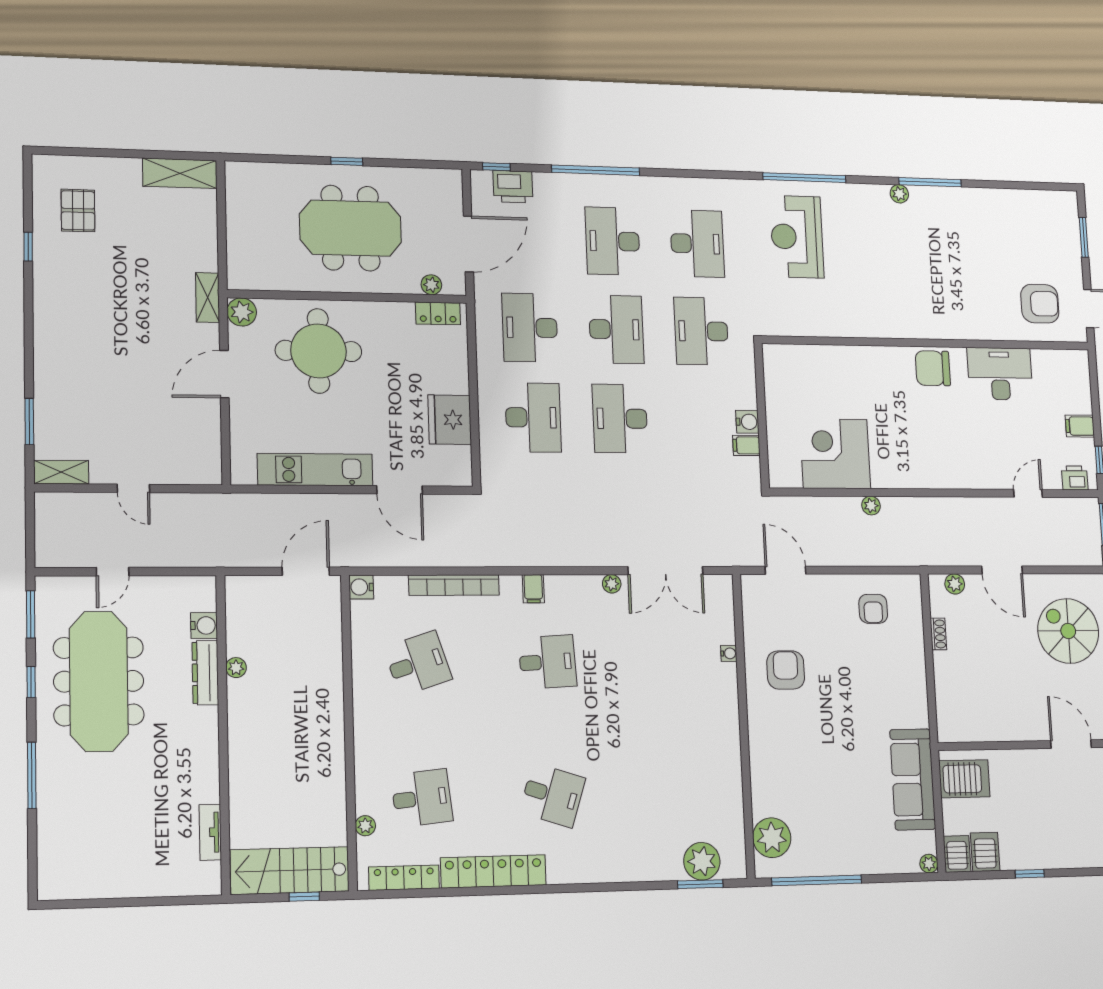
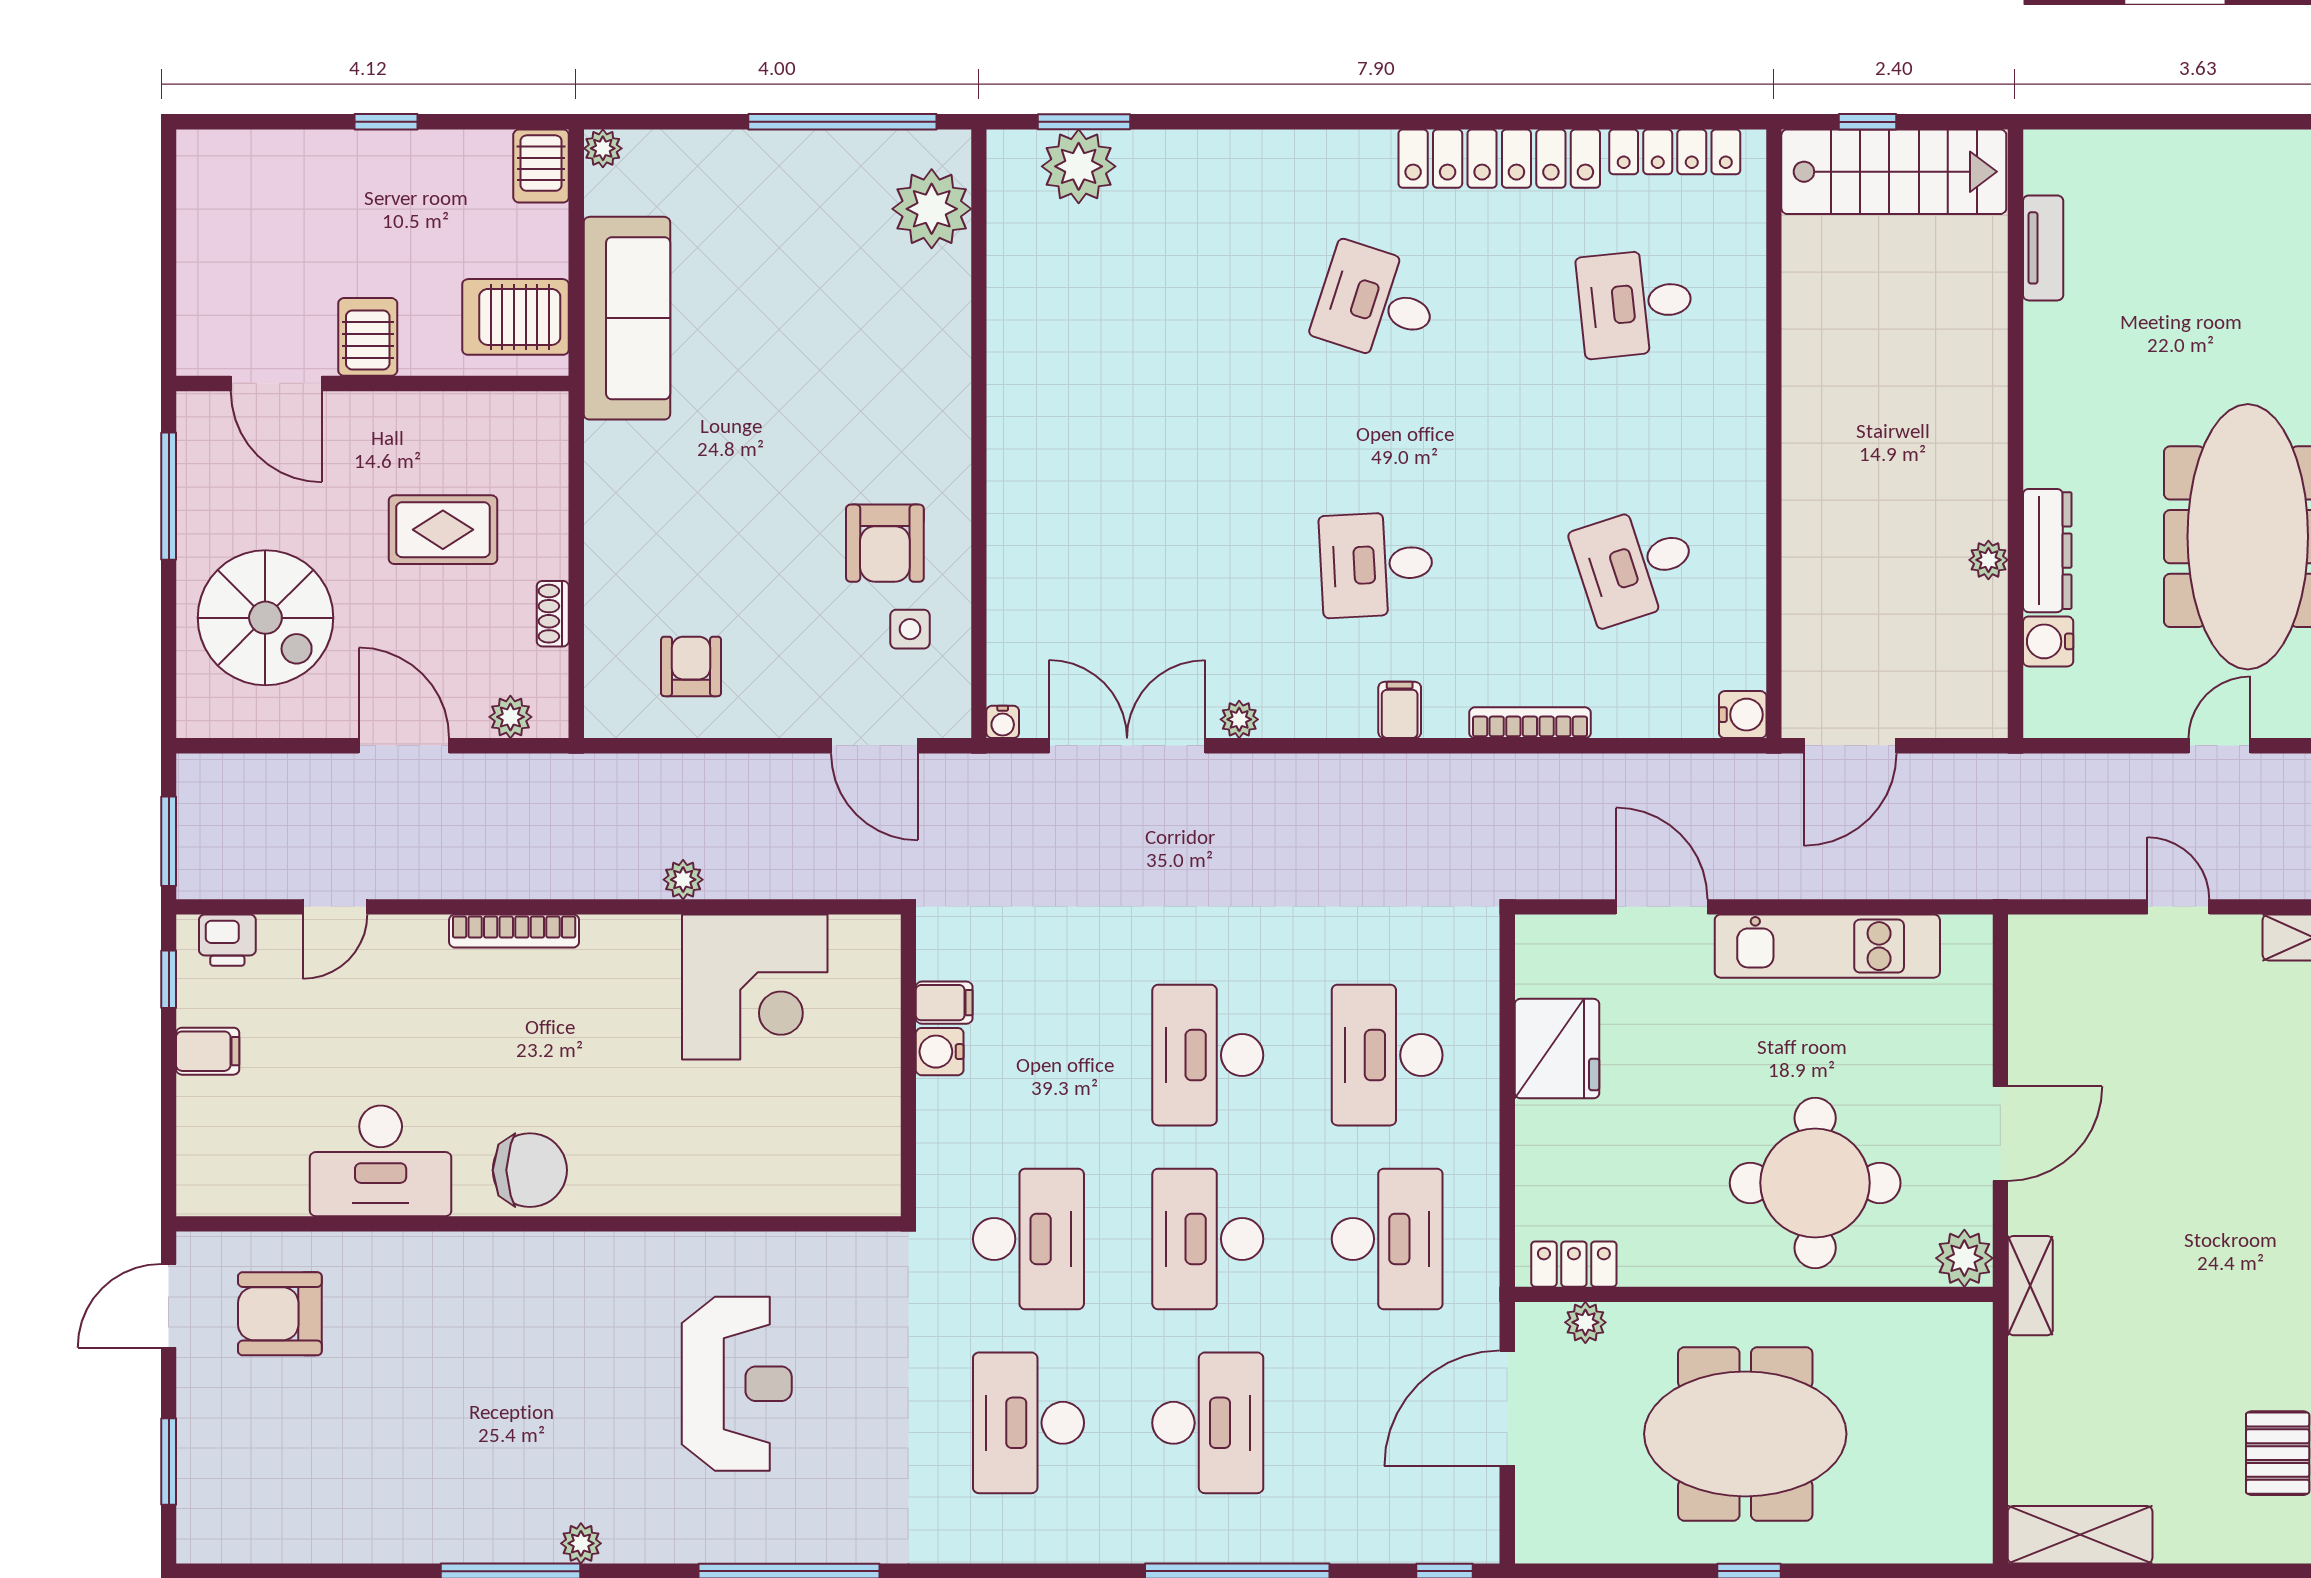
printer: (513, 187) -> (1412, 1530), removed
reception desk: (797, 237) -> (737, 1384), moved
desk: (620, 419) -> (1208, 1055), turned 180
bookcase: (947, 481) -> (514, 931), added
bookcase: (454, 585) -> (1530, 723), width x0.68, depth x0.76
side table: (772, 628) -> (910, 629), added
water cooler: (729, 653) -> (1003, 722), moved, turned -90
rug: (991, 674) -> (443, 530), added
plant: (365, 826) -> (1747, 253), removed
server rack: (985, 852) -> (368, 337), moved, turned 180

